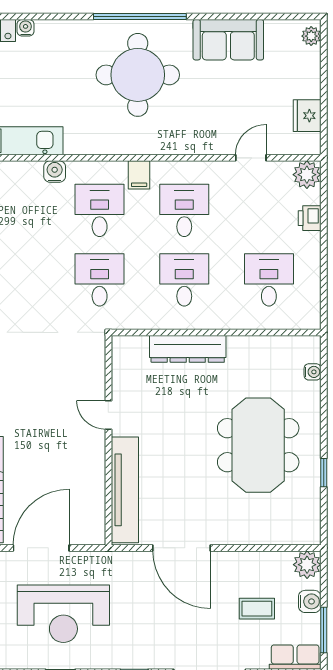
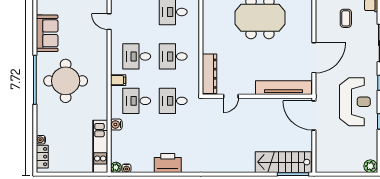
dresser: (188, 349) -> (209, 74), moved
door: (108, 415) -> (231, 96), moved
door: (41, 548) -> (314, 115), moved
reception desk: (63, 614) -> (355, 102), moved

